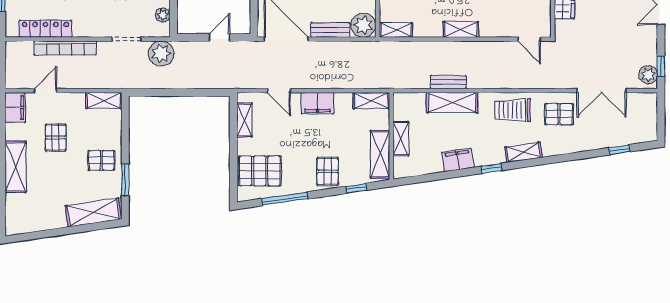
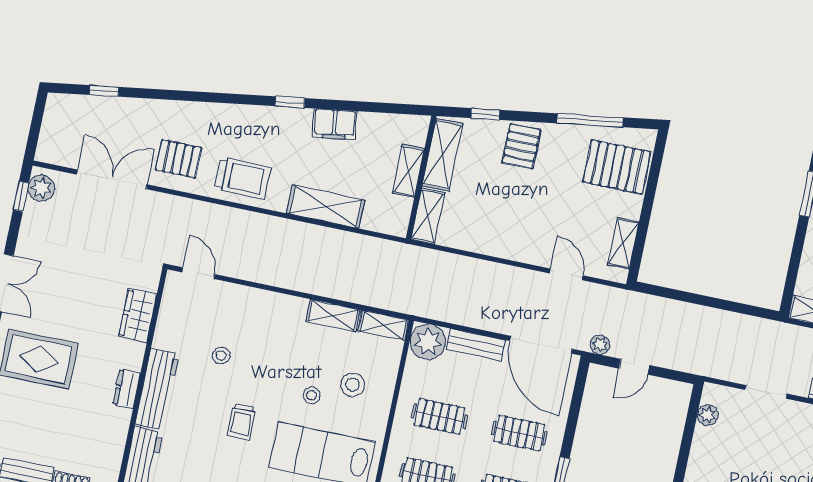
shelving: (461, 29) -> (333, 316), moved
plant: (161, 53) -> (600, 345), moved, width x0.53, depth x0.53
bench: (448, 82) -> (325, 237), removed
shelving: (371, 101) -> (428, 216), moved, turned 90
filing cabinet: (317, 103) -> (516, 245), removed
shelving: (523, 152) -> (240, 115), removed

